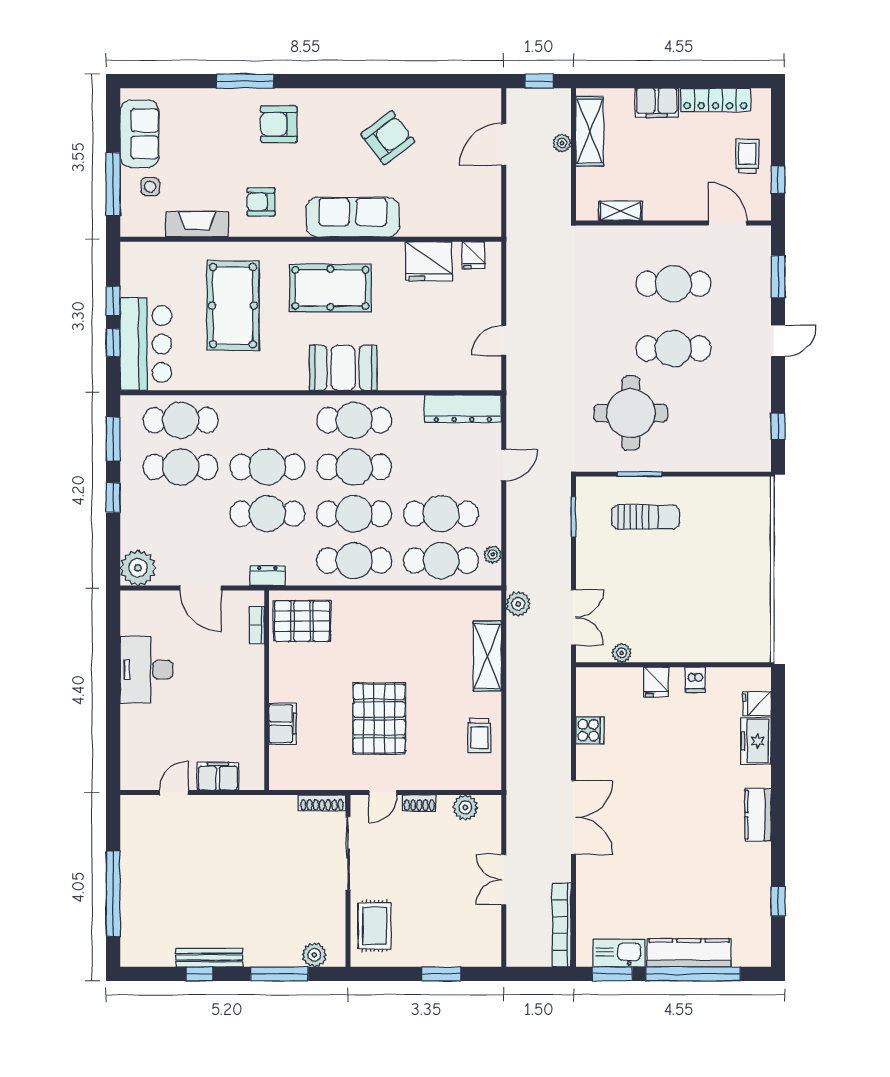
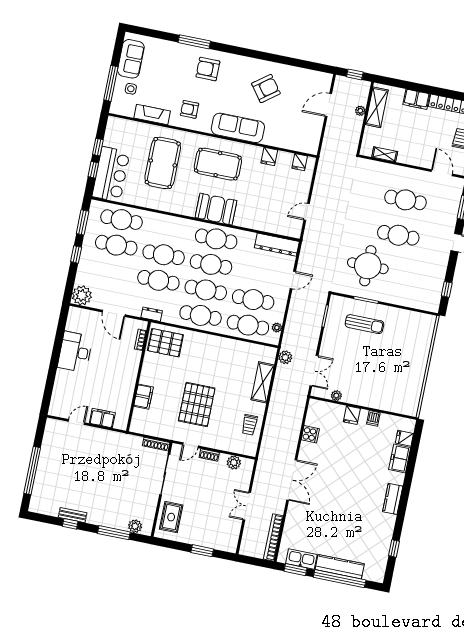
fridge: (429, 261) -> (269, 157), width x0.53, depth x0.75
bench: (209, 958) -> (73, 515), width x0.73

